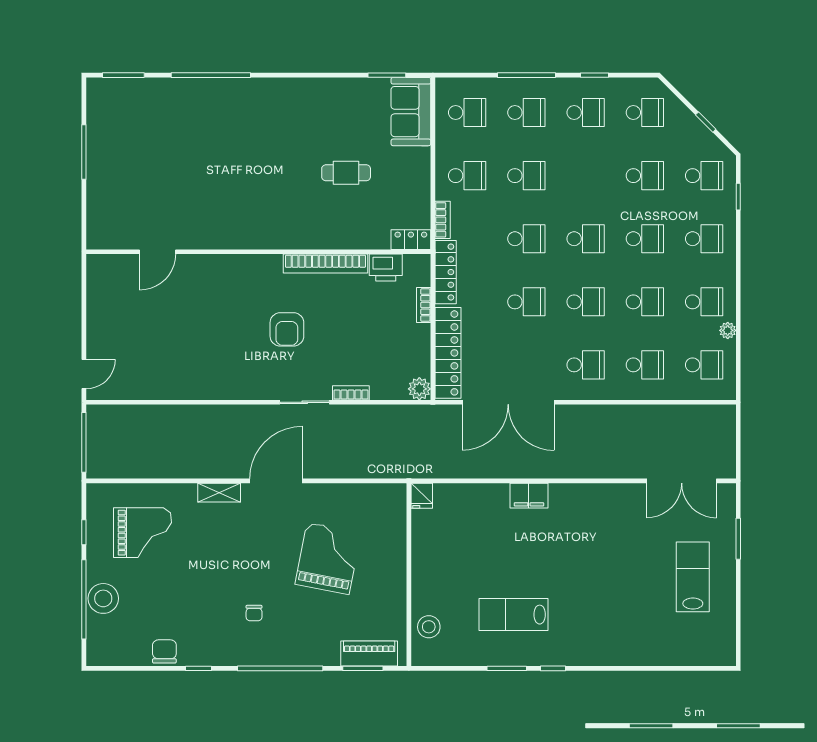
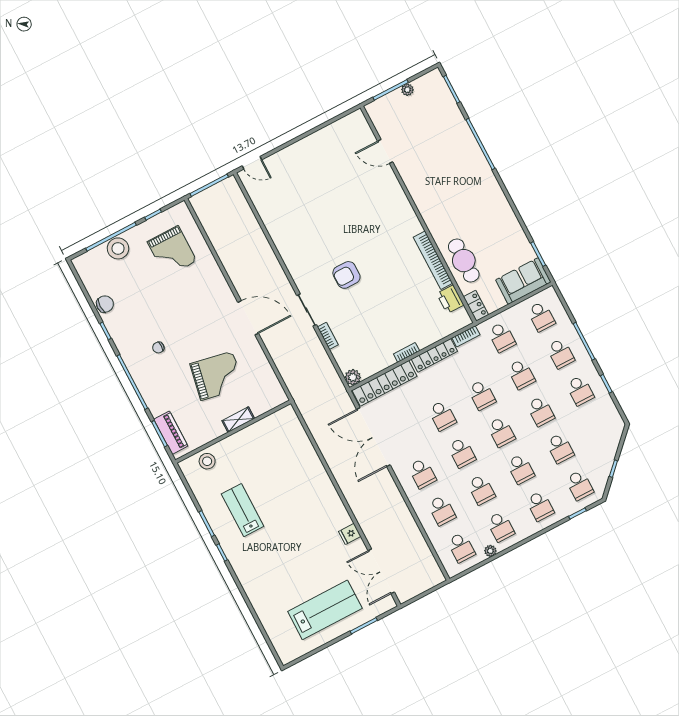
school desk: (645, 112) -> (541, 411), moved
plant: (95, 131) -> (407, 90), added
cafe table: (346, 173) -> (464, 261), width x1.37, depth x1.35
locker: (411, 240) -> (476, 306), moved
door: (158, 252) -> (385, 151), moved
wall: (258, 252) -> (418, 214), moved
bookcase: (325, 264) -> (433, 260), moved
printer: (386, 268) -> (450, 299), moved
shelving: (219, 493) -> (238, 420), moved, turned 90
fridge: (422, 496) -> (350, 534), moved
filing cabinet: (529, 496) -> (322, 481), removed
lab bench: (693, 577) -> (325, 610), width x1.36, depth x1.39

